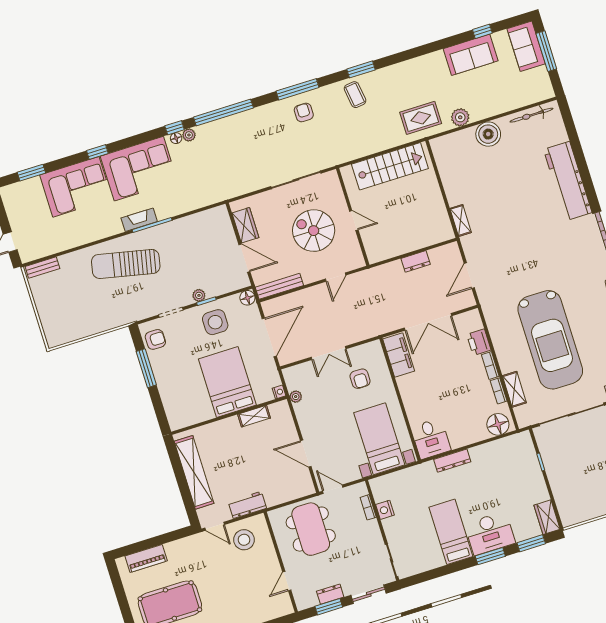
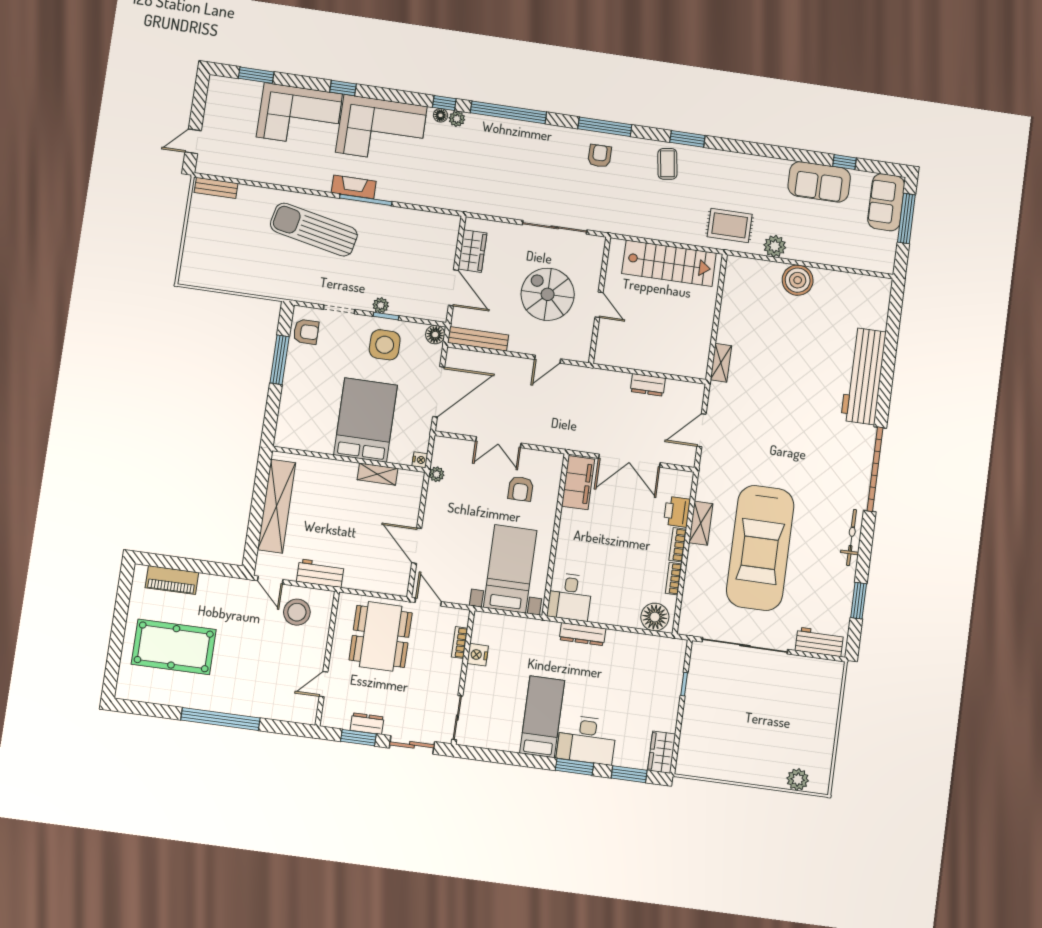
bicycle: (531, 115) -> (857, 282), removed
shelving: (514, 389) -> (701, 523), moved

